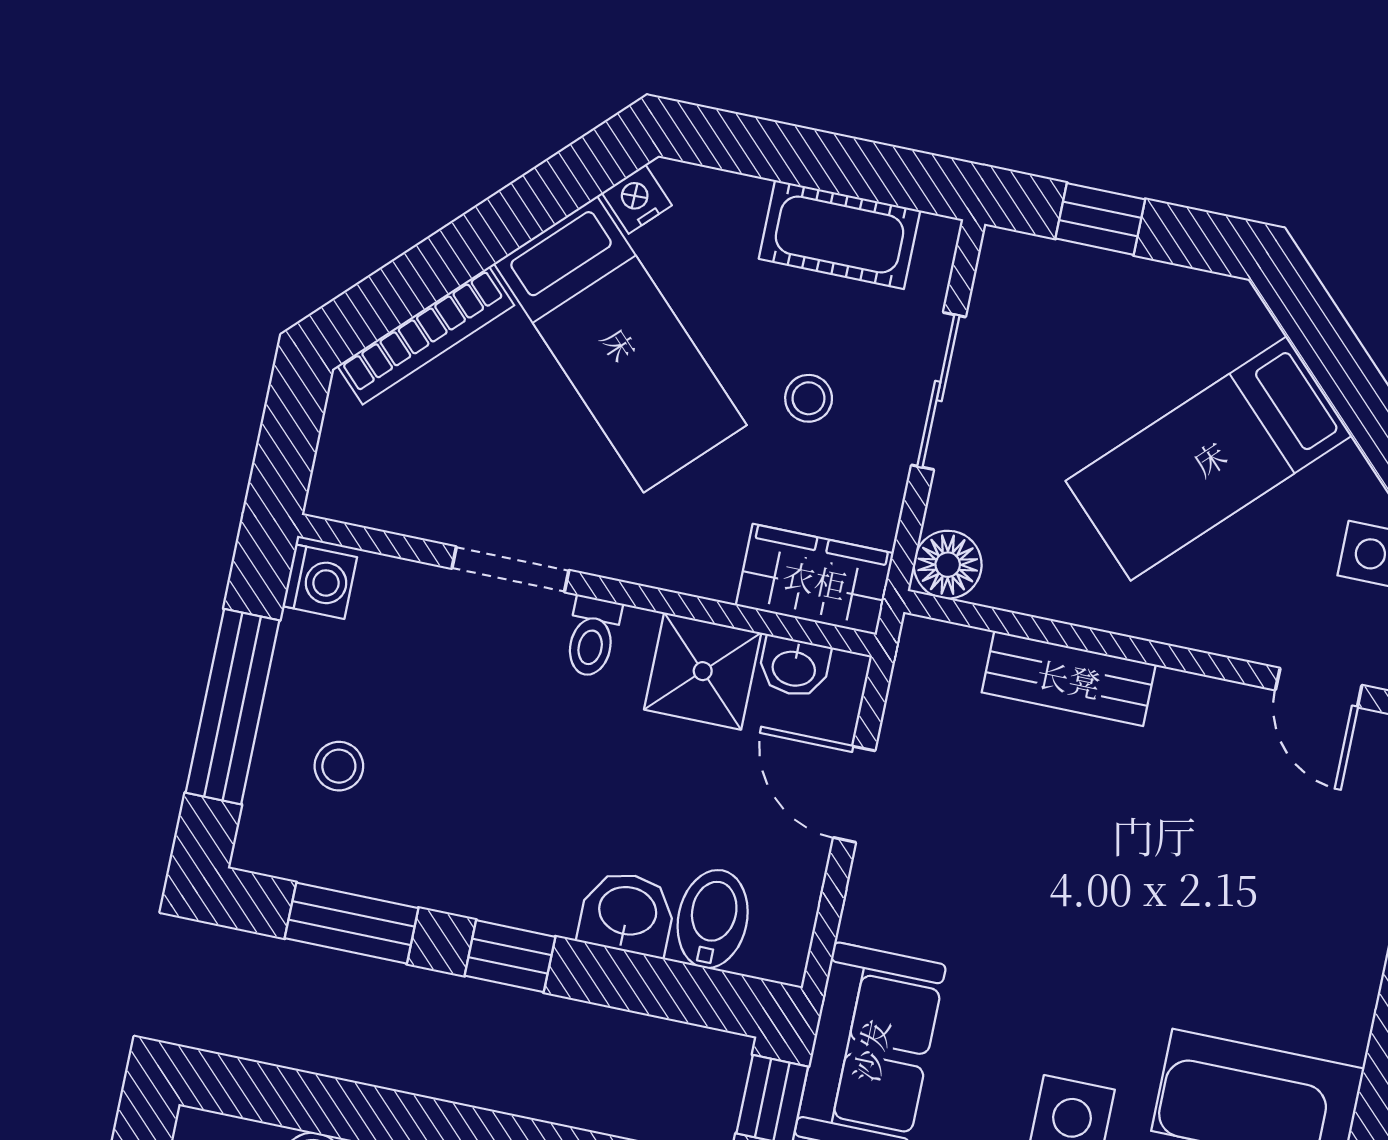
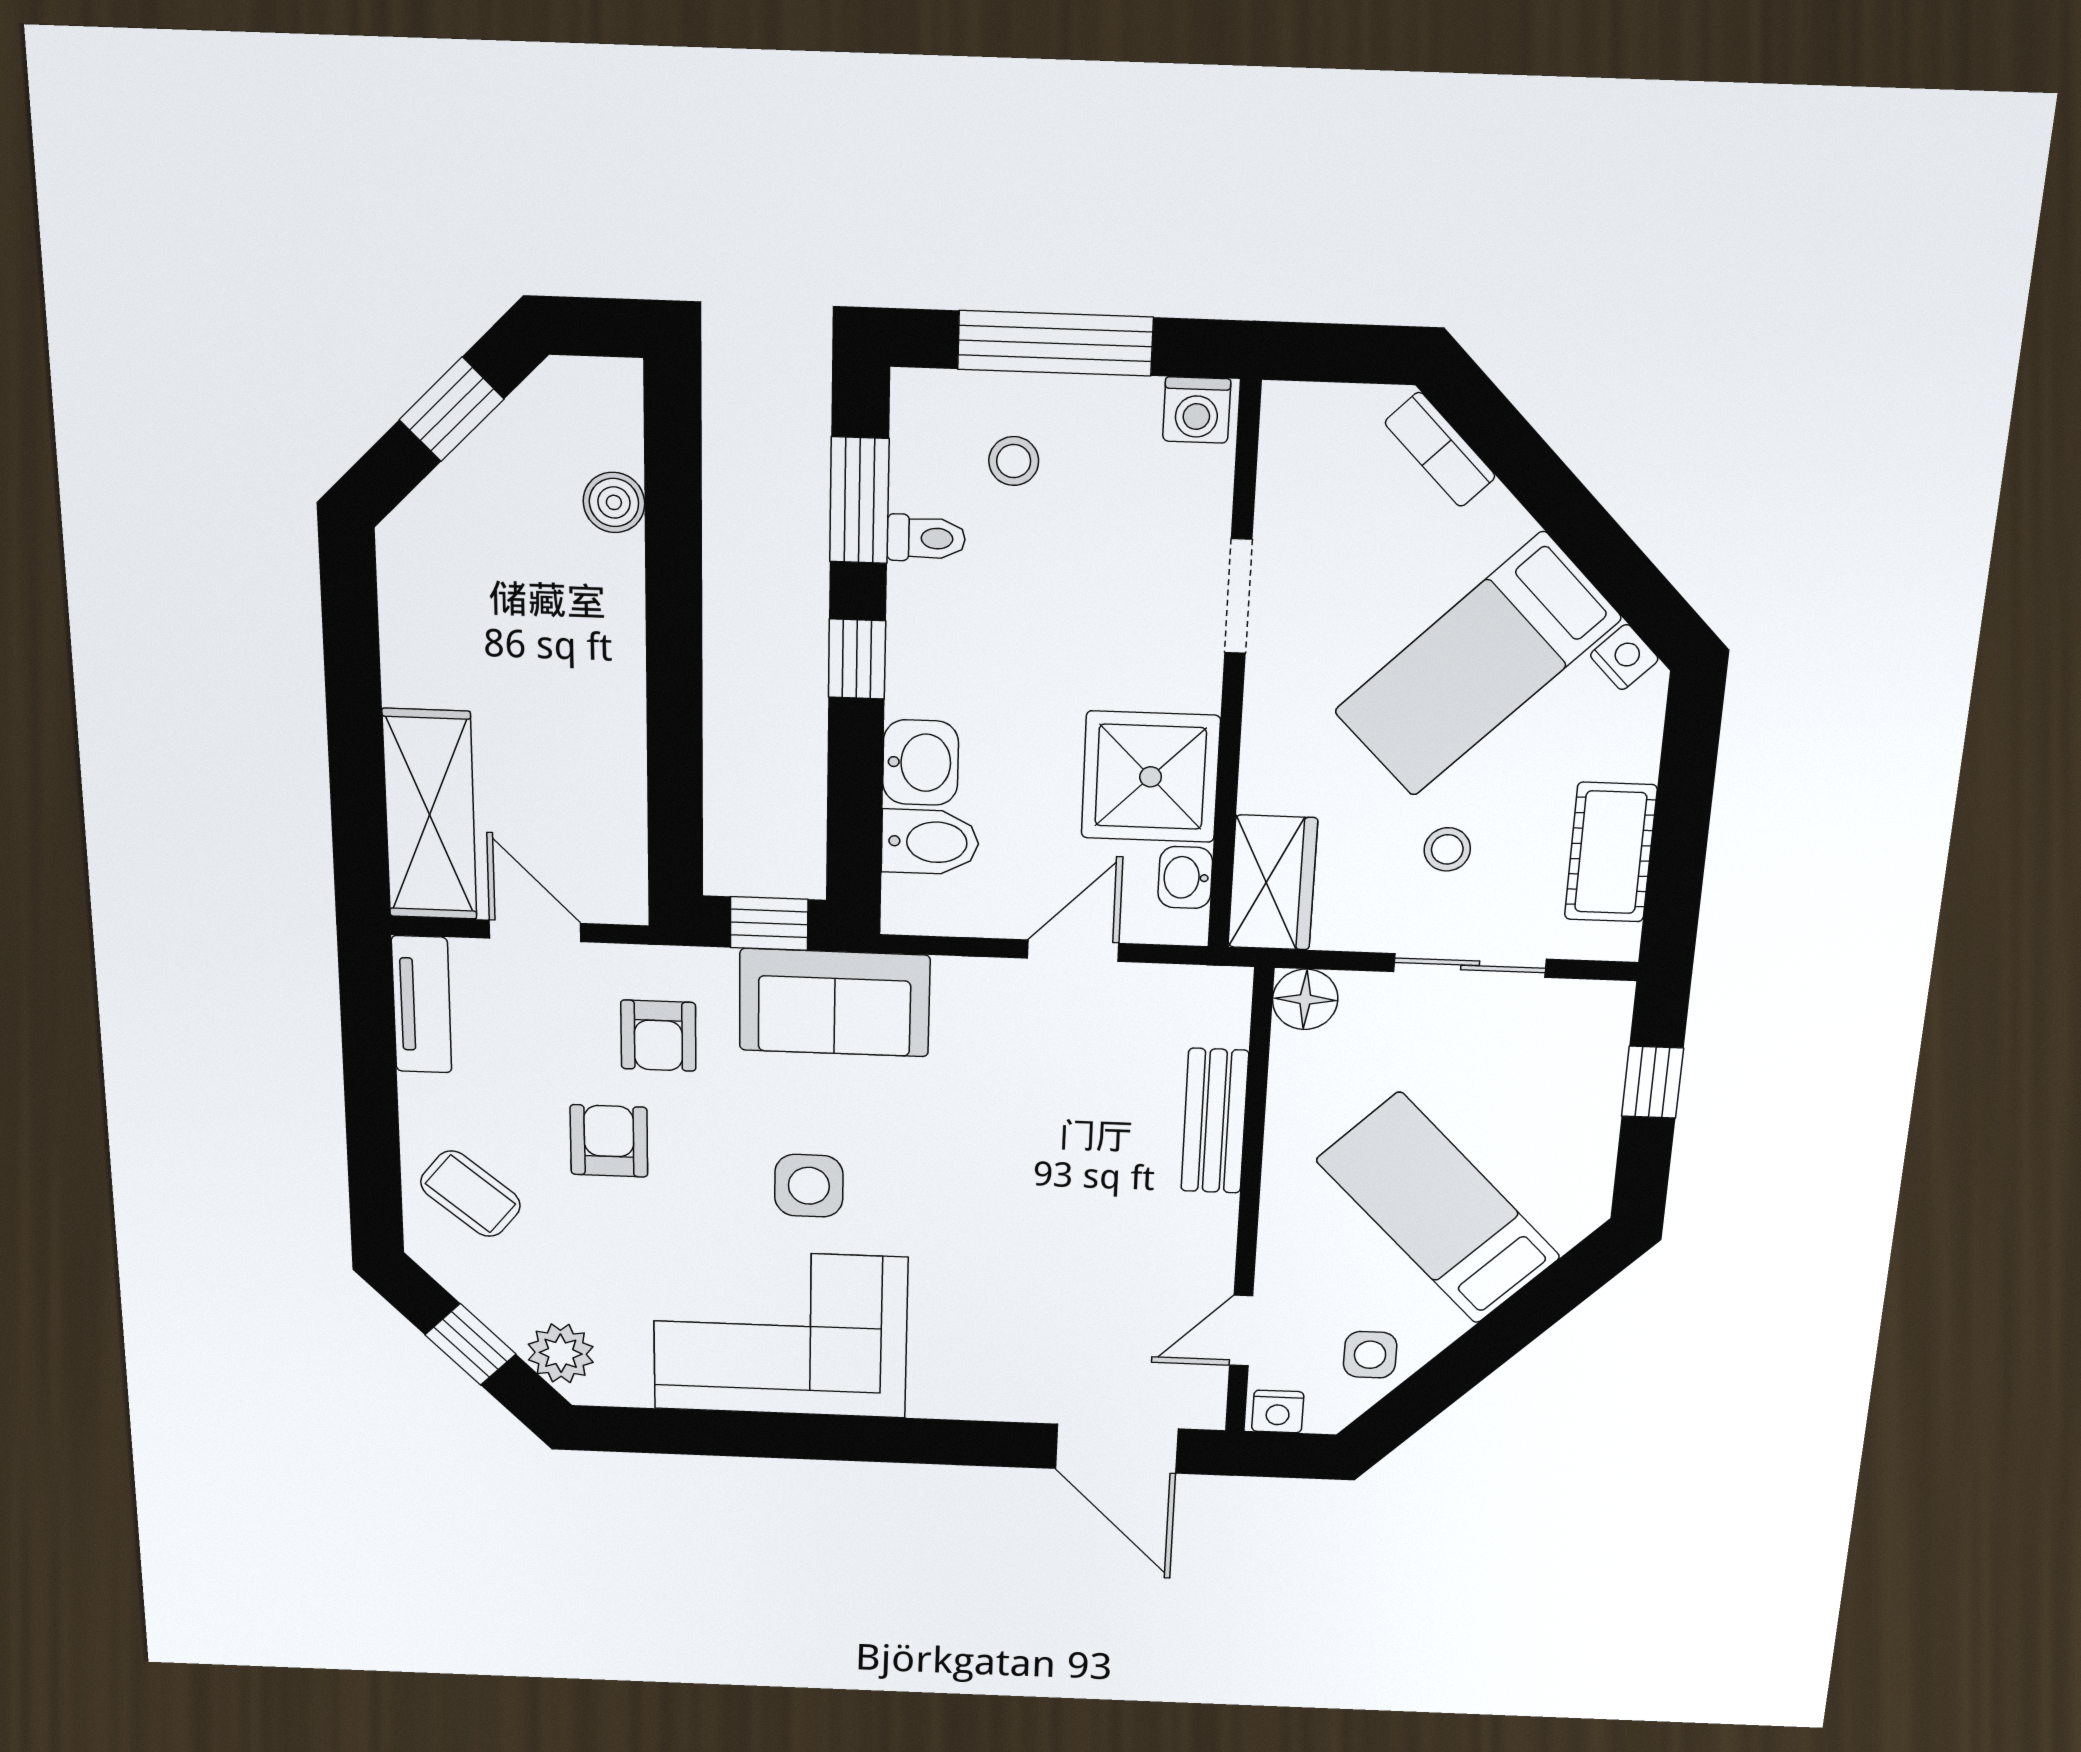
bookcase: (426, 336) -> (1440, 450), width x0.64
toilet: (592, 637) -> (926, 538), moved, turned 180
shower: (703, 671) -> (1151, 777), width x1.36, depth x1.36

